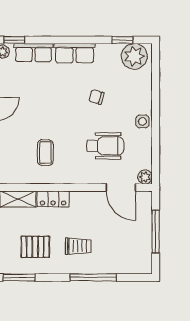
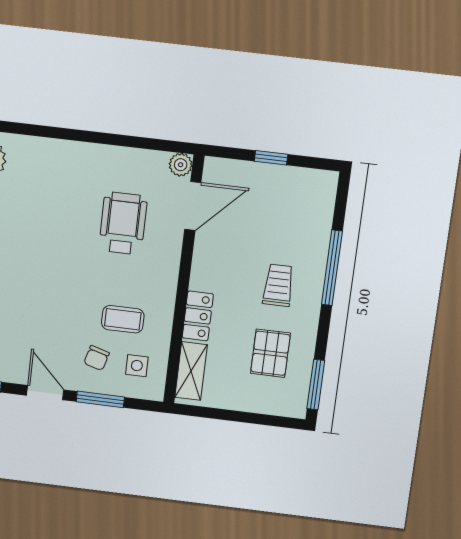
chair: (96, 97) -> (97, 358), moved
side table: (142, 121) -> (137, 366), moved
window: (156, 232) -> (271, 158), width x0.46

